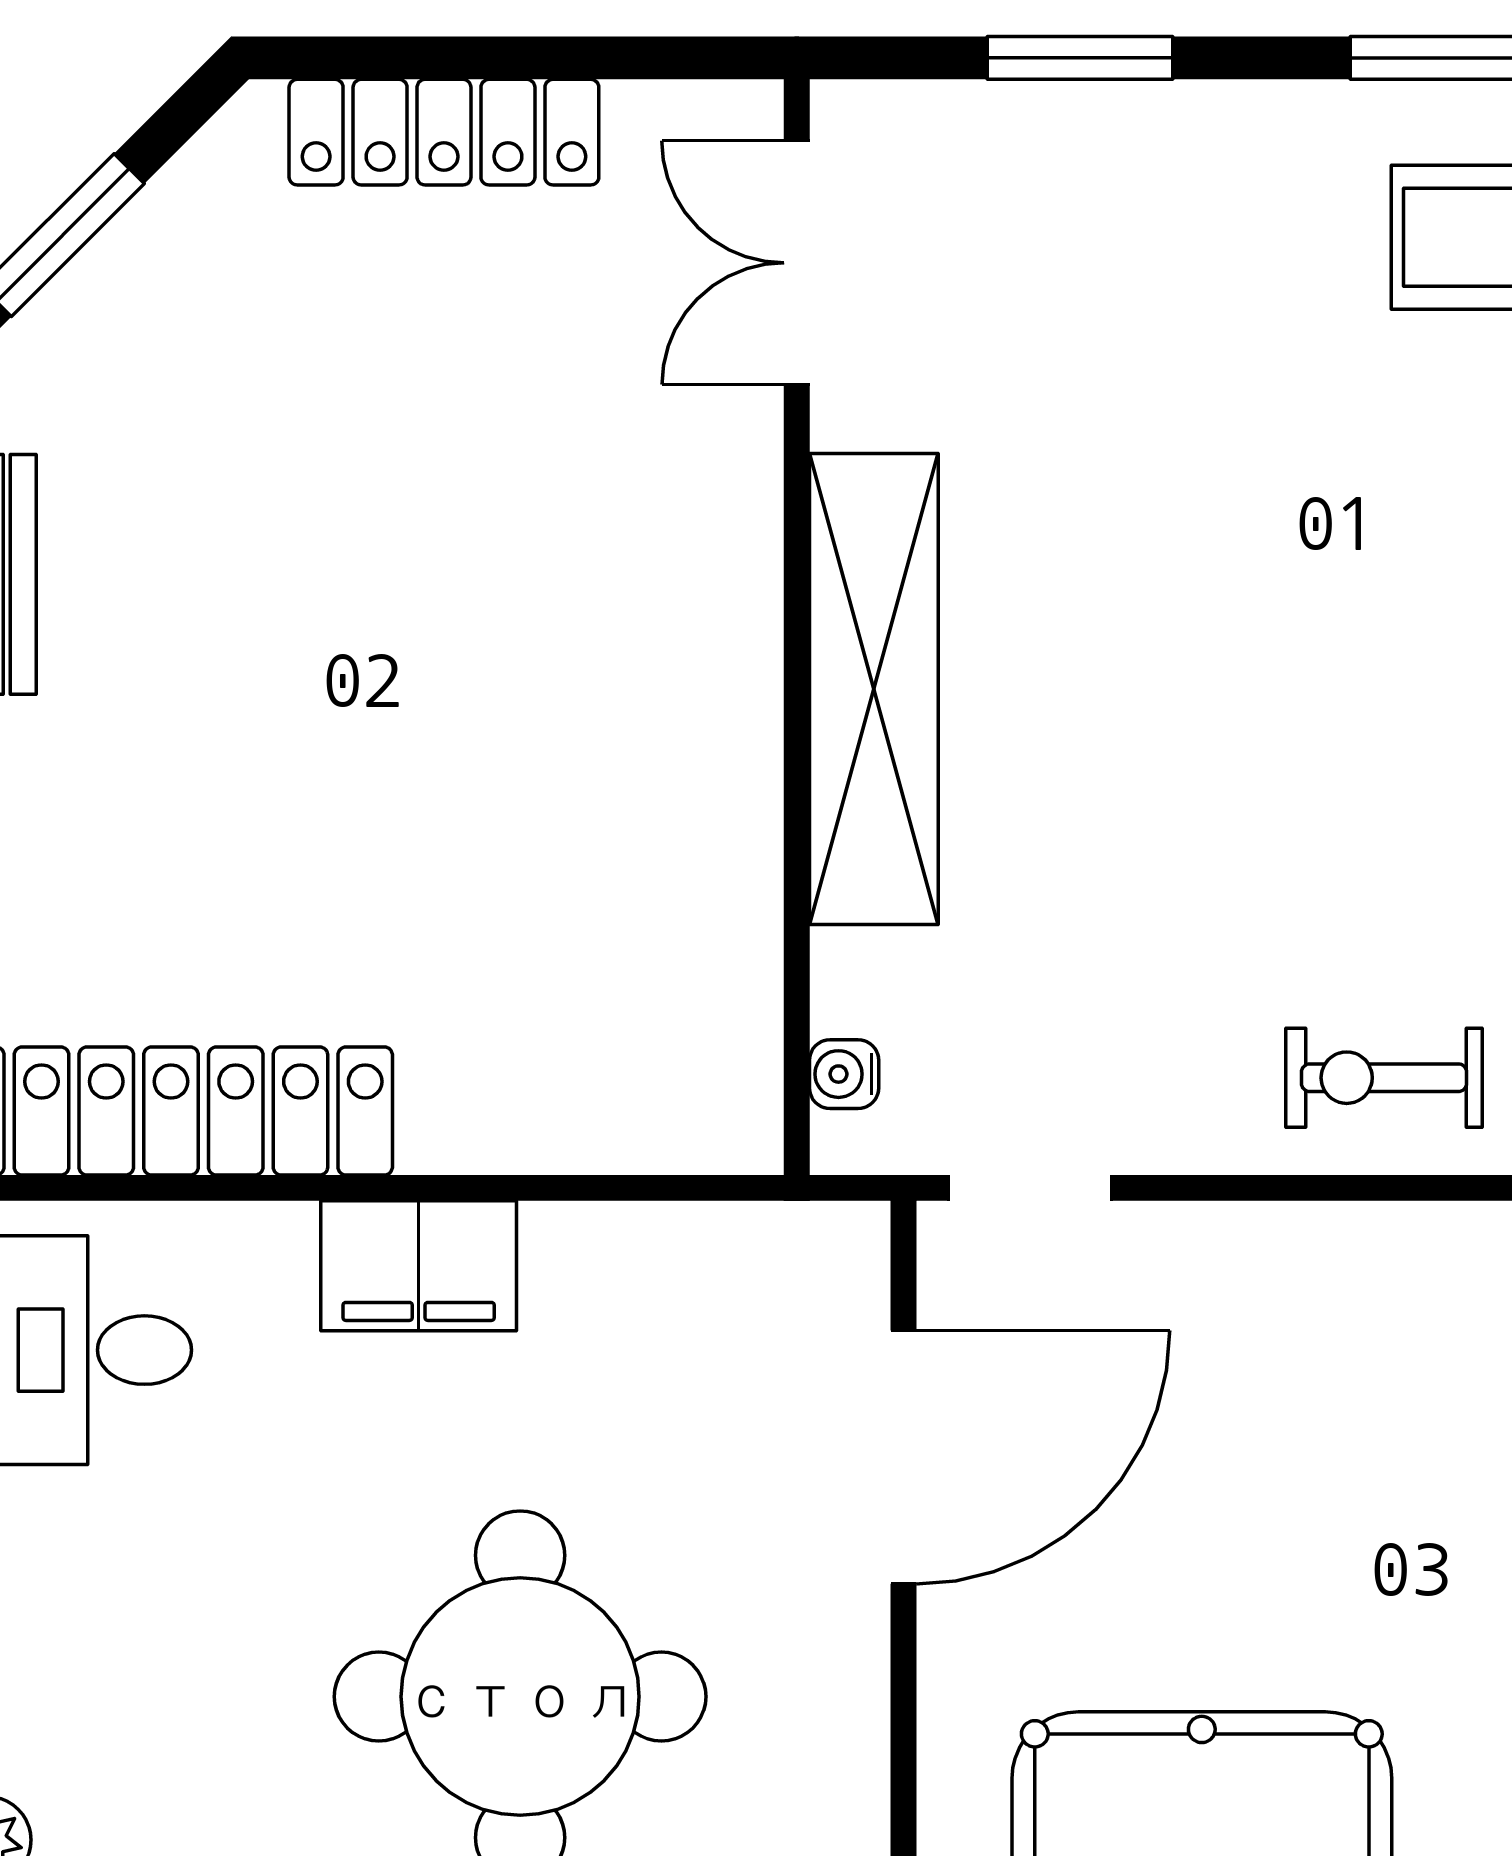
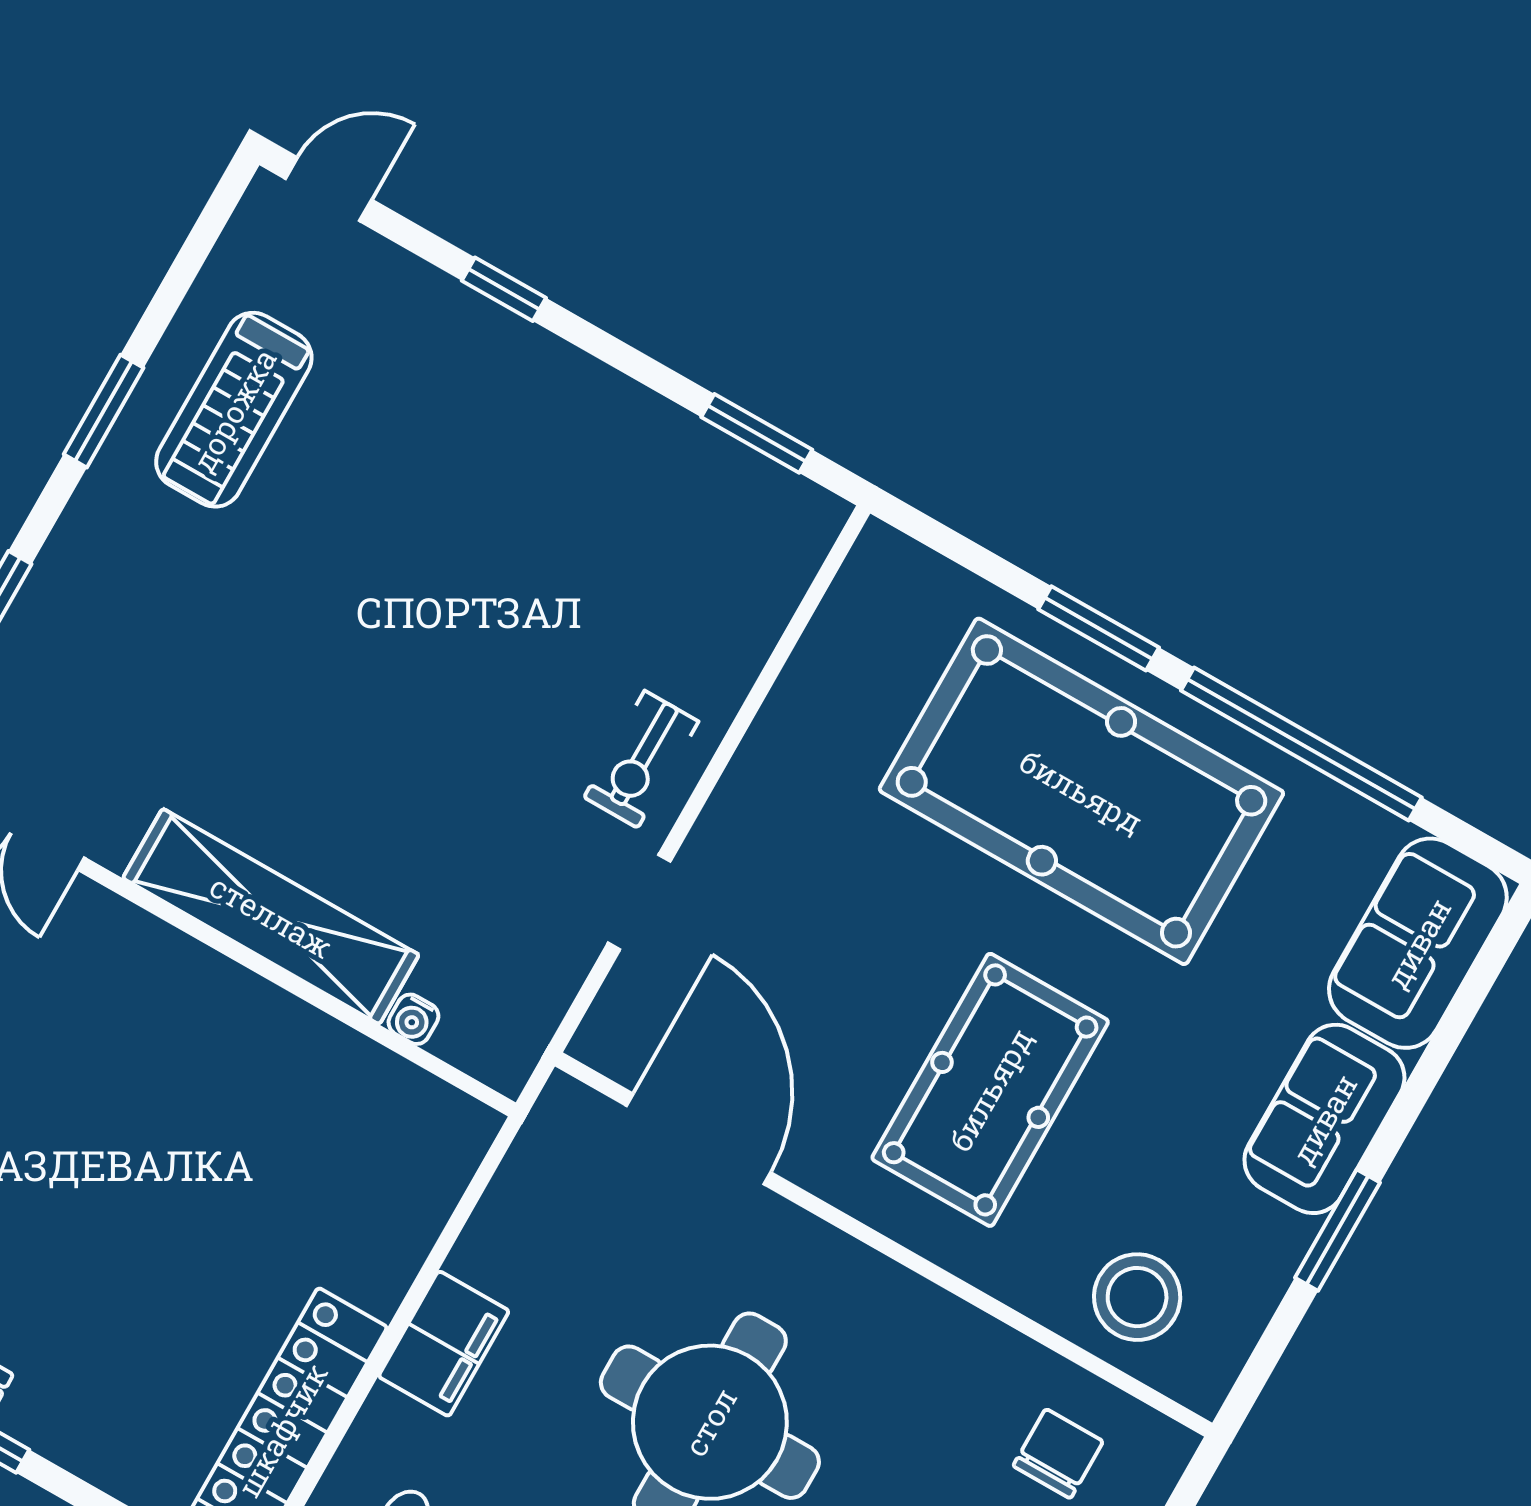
water cooler: (844, 1074) -> (413, 1019), moved
doorway: (1030, 1188) -> (639, 902), moved

